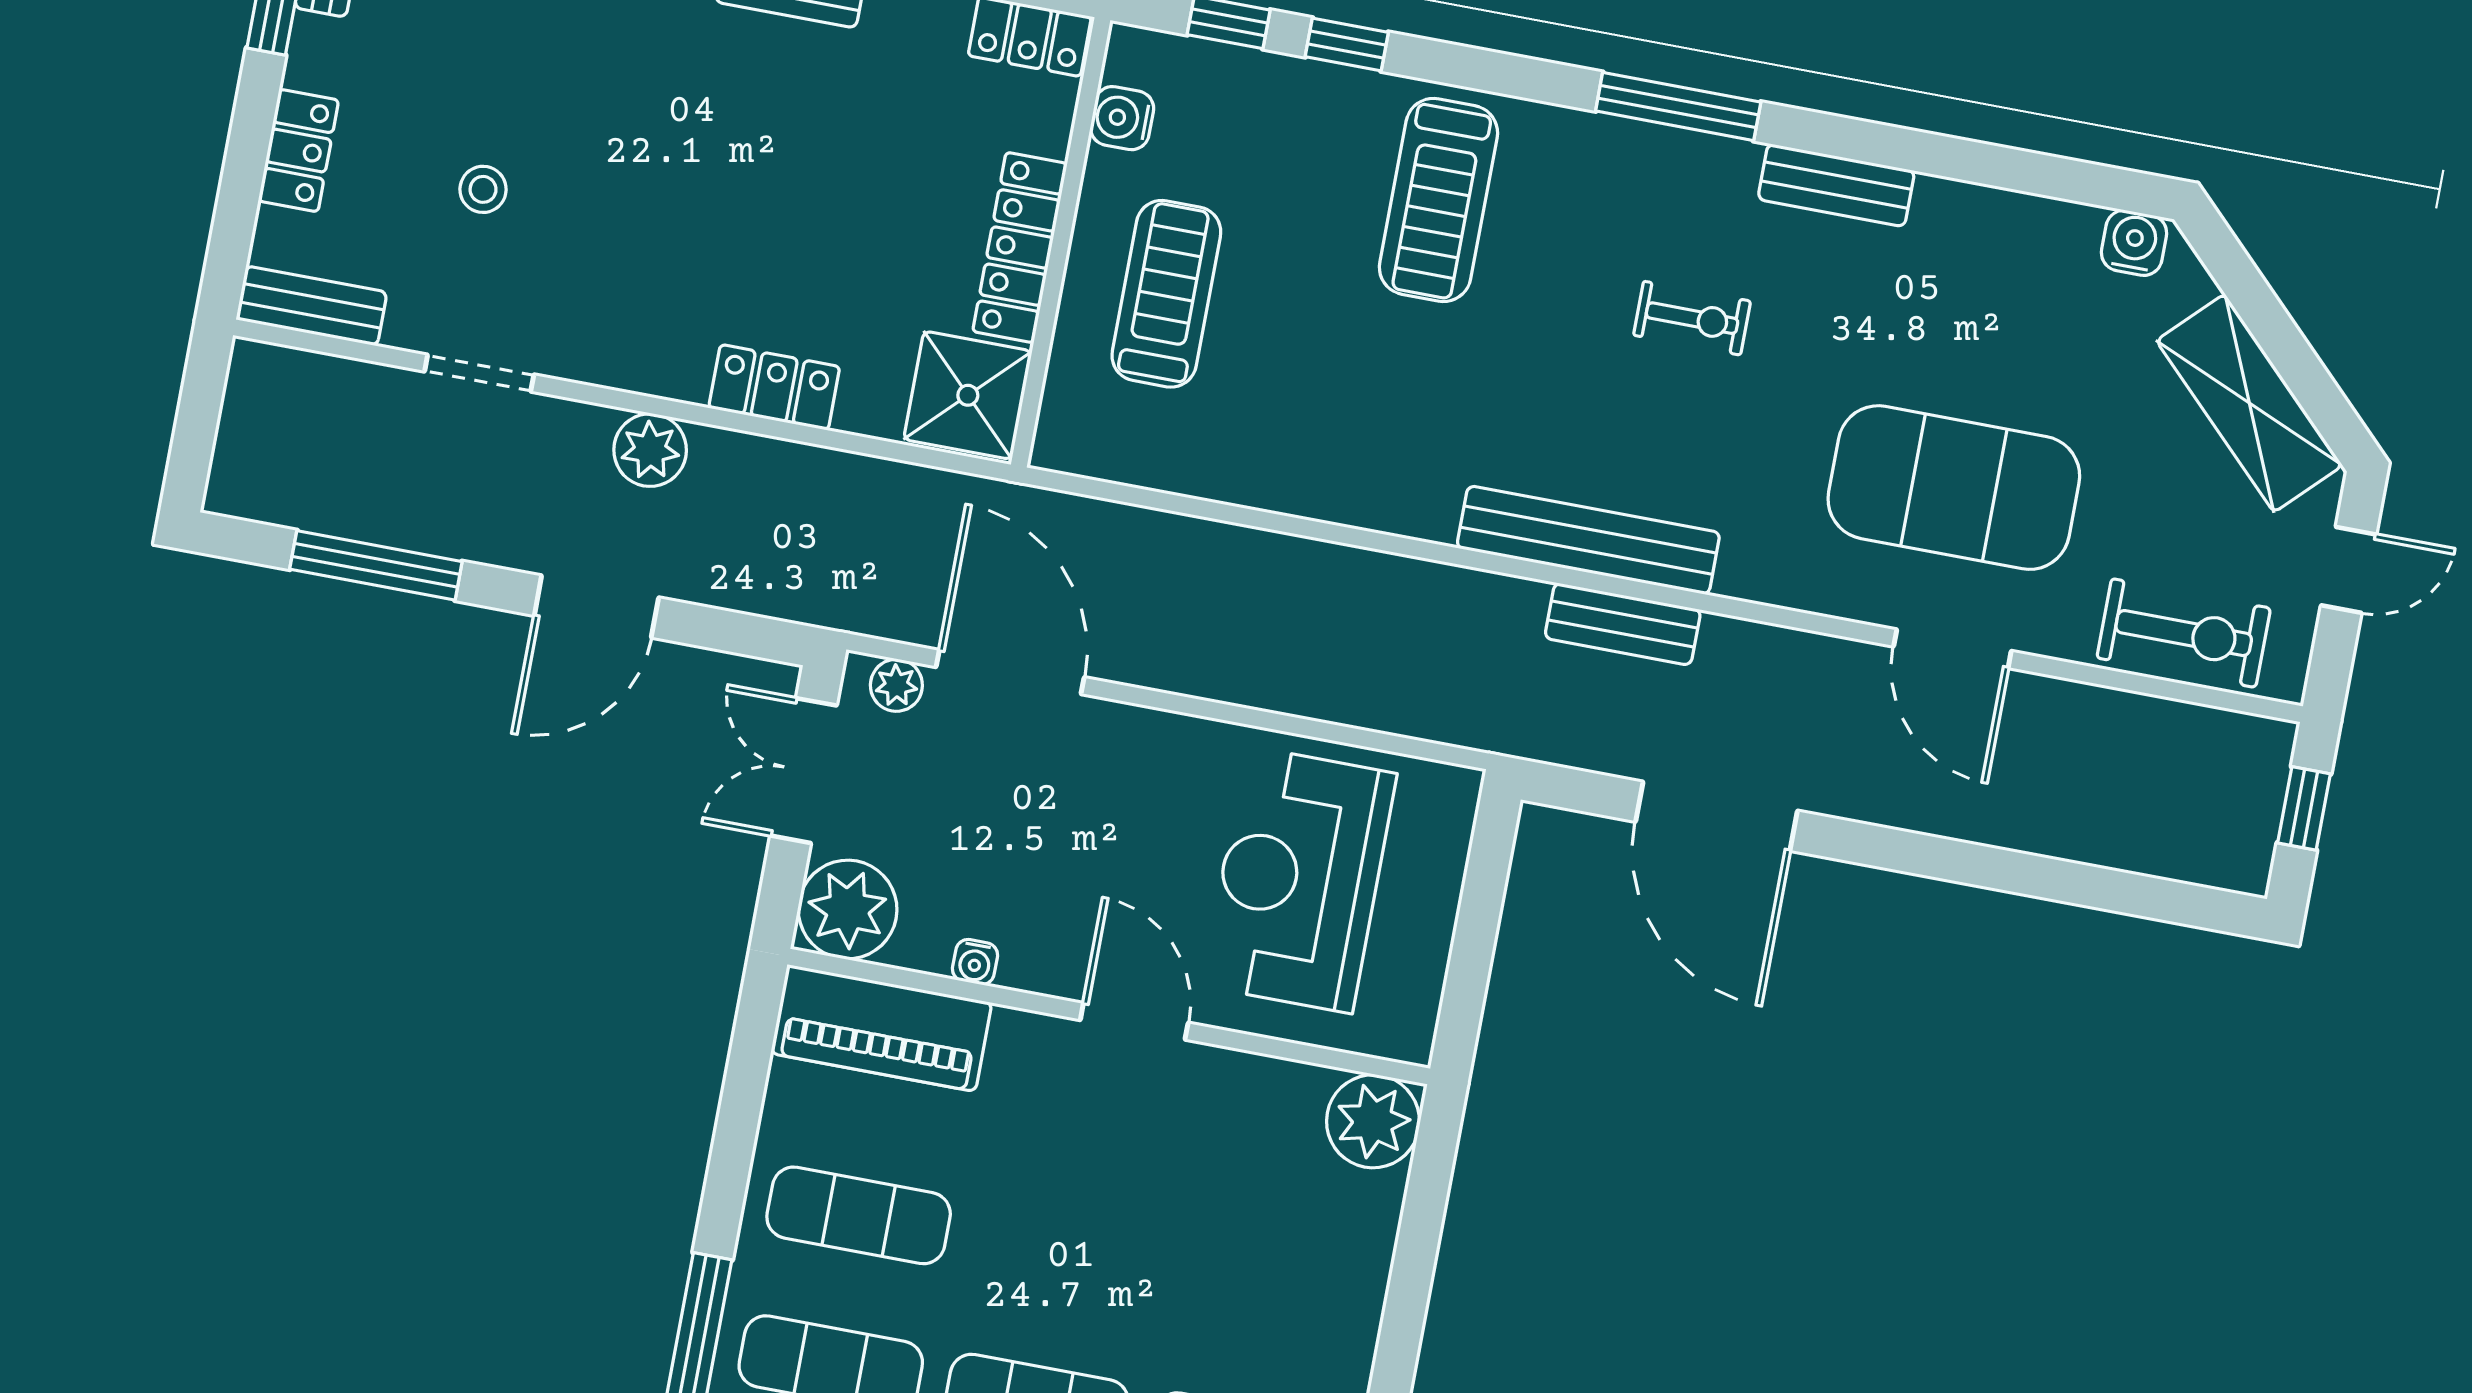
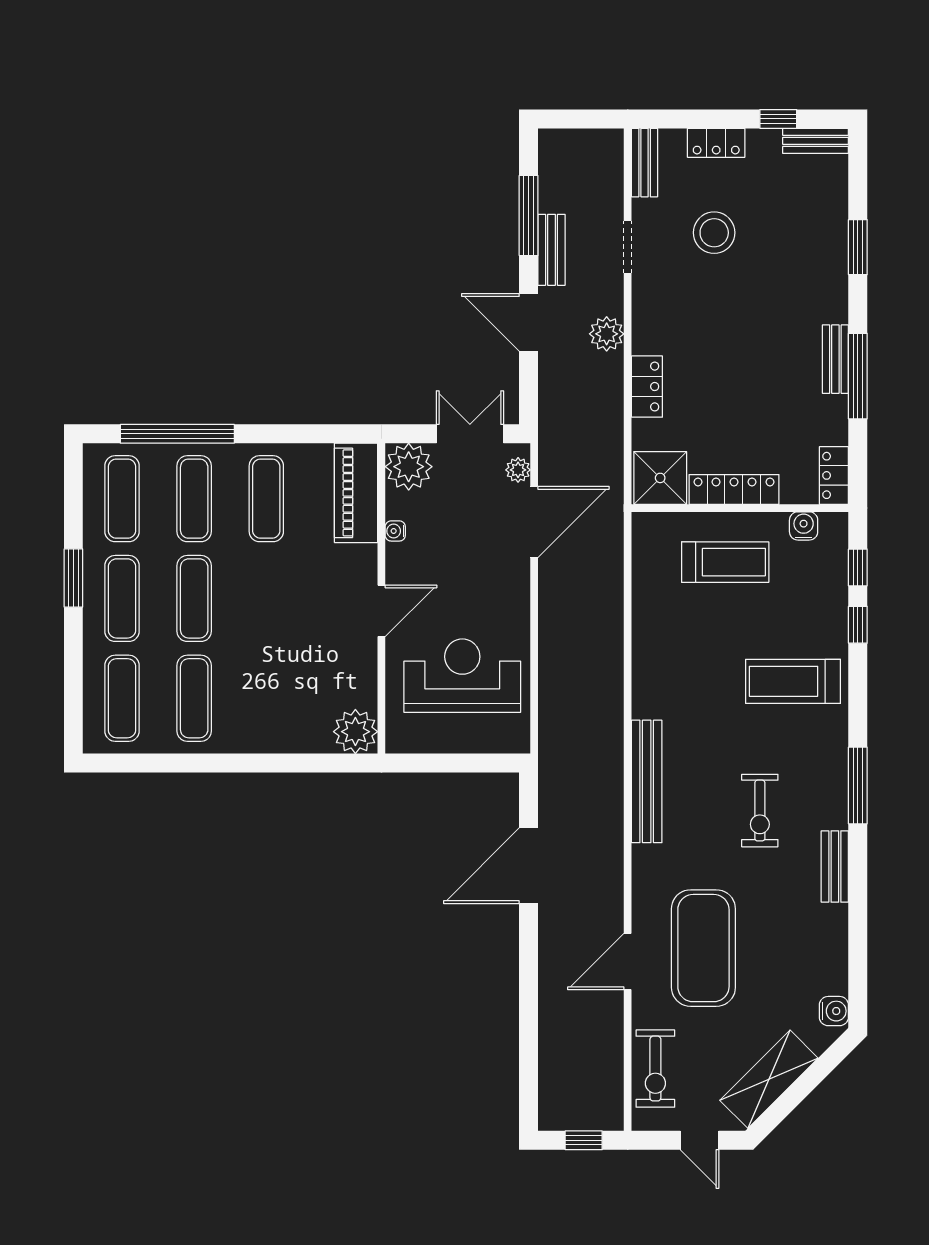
stool: (483, 189) -> (714, 233), width x1.89, depth x1.89
exercise bike: (1692, 318) -> (760, 811), width x1.38, depth x1.39
bench: (1623, 624) -> (551, 250), moved

